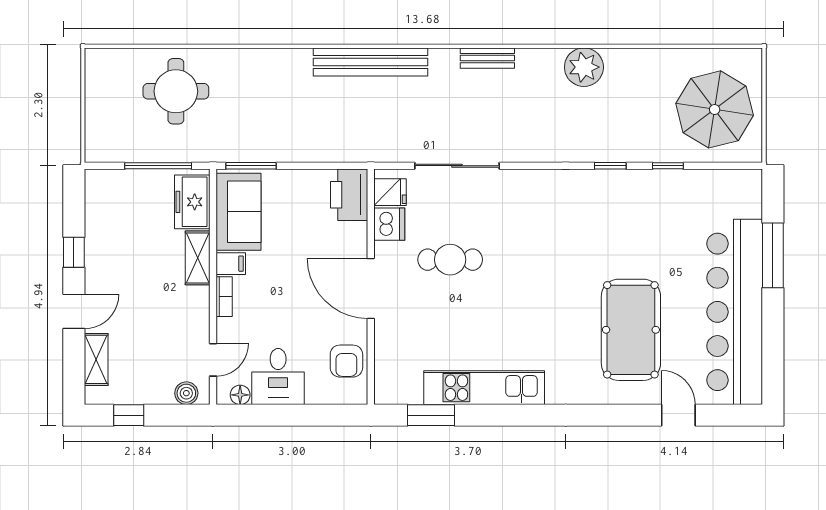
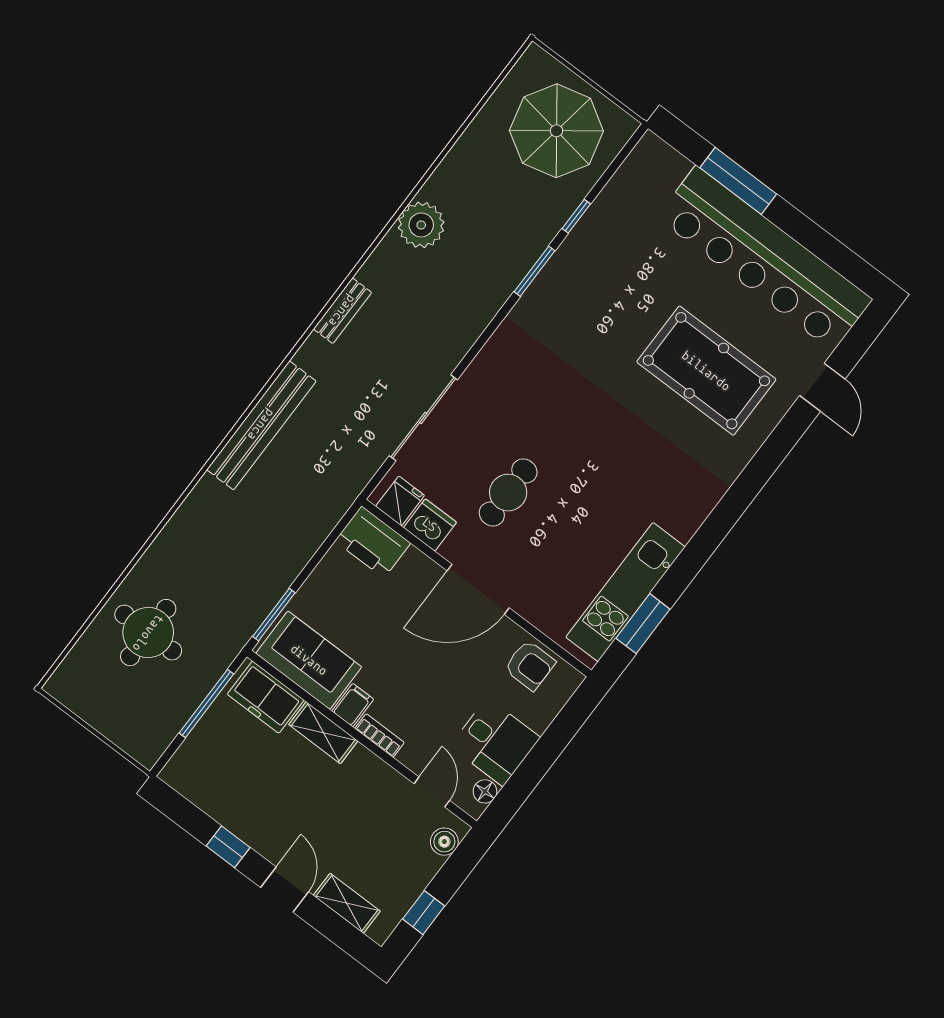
window: (610, 166) -> (534, 271), width x1.50
kitchen unit: (484, 388) -> (625, 592), moved
door: (678, 415) -> (822, 387), swing flipped

